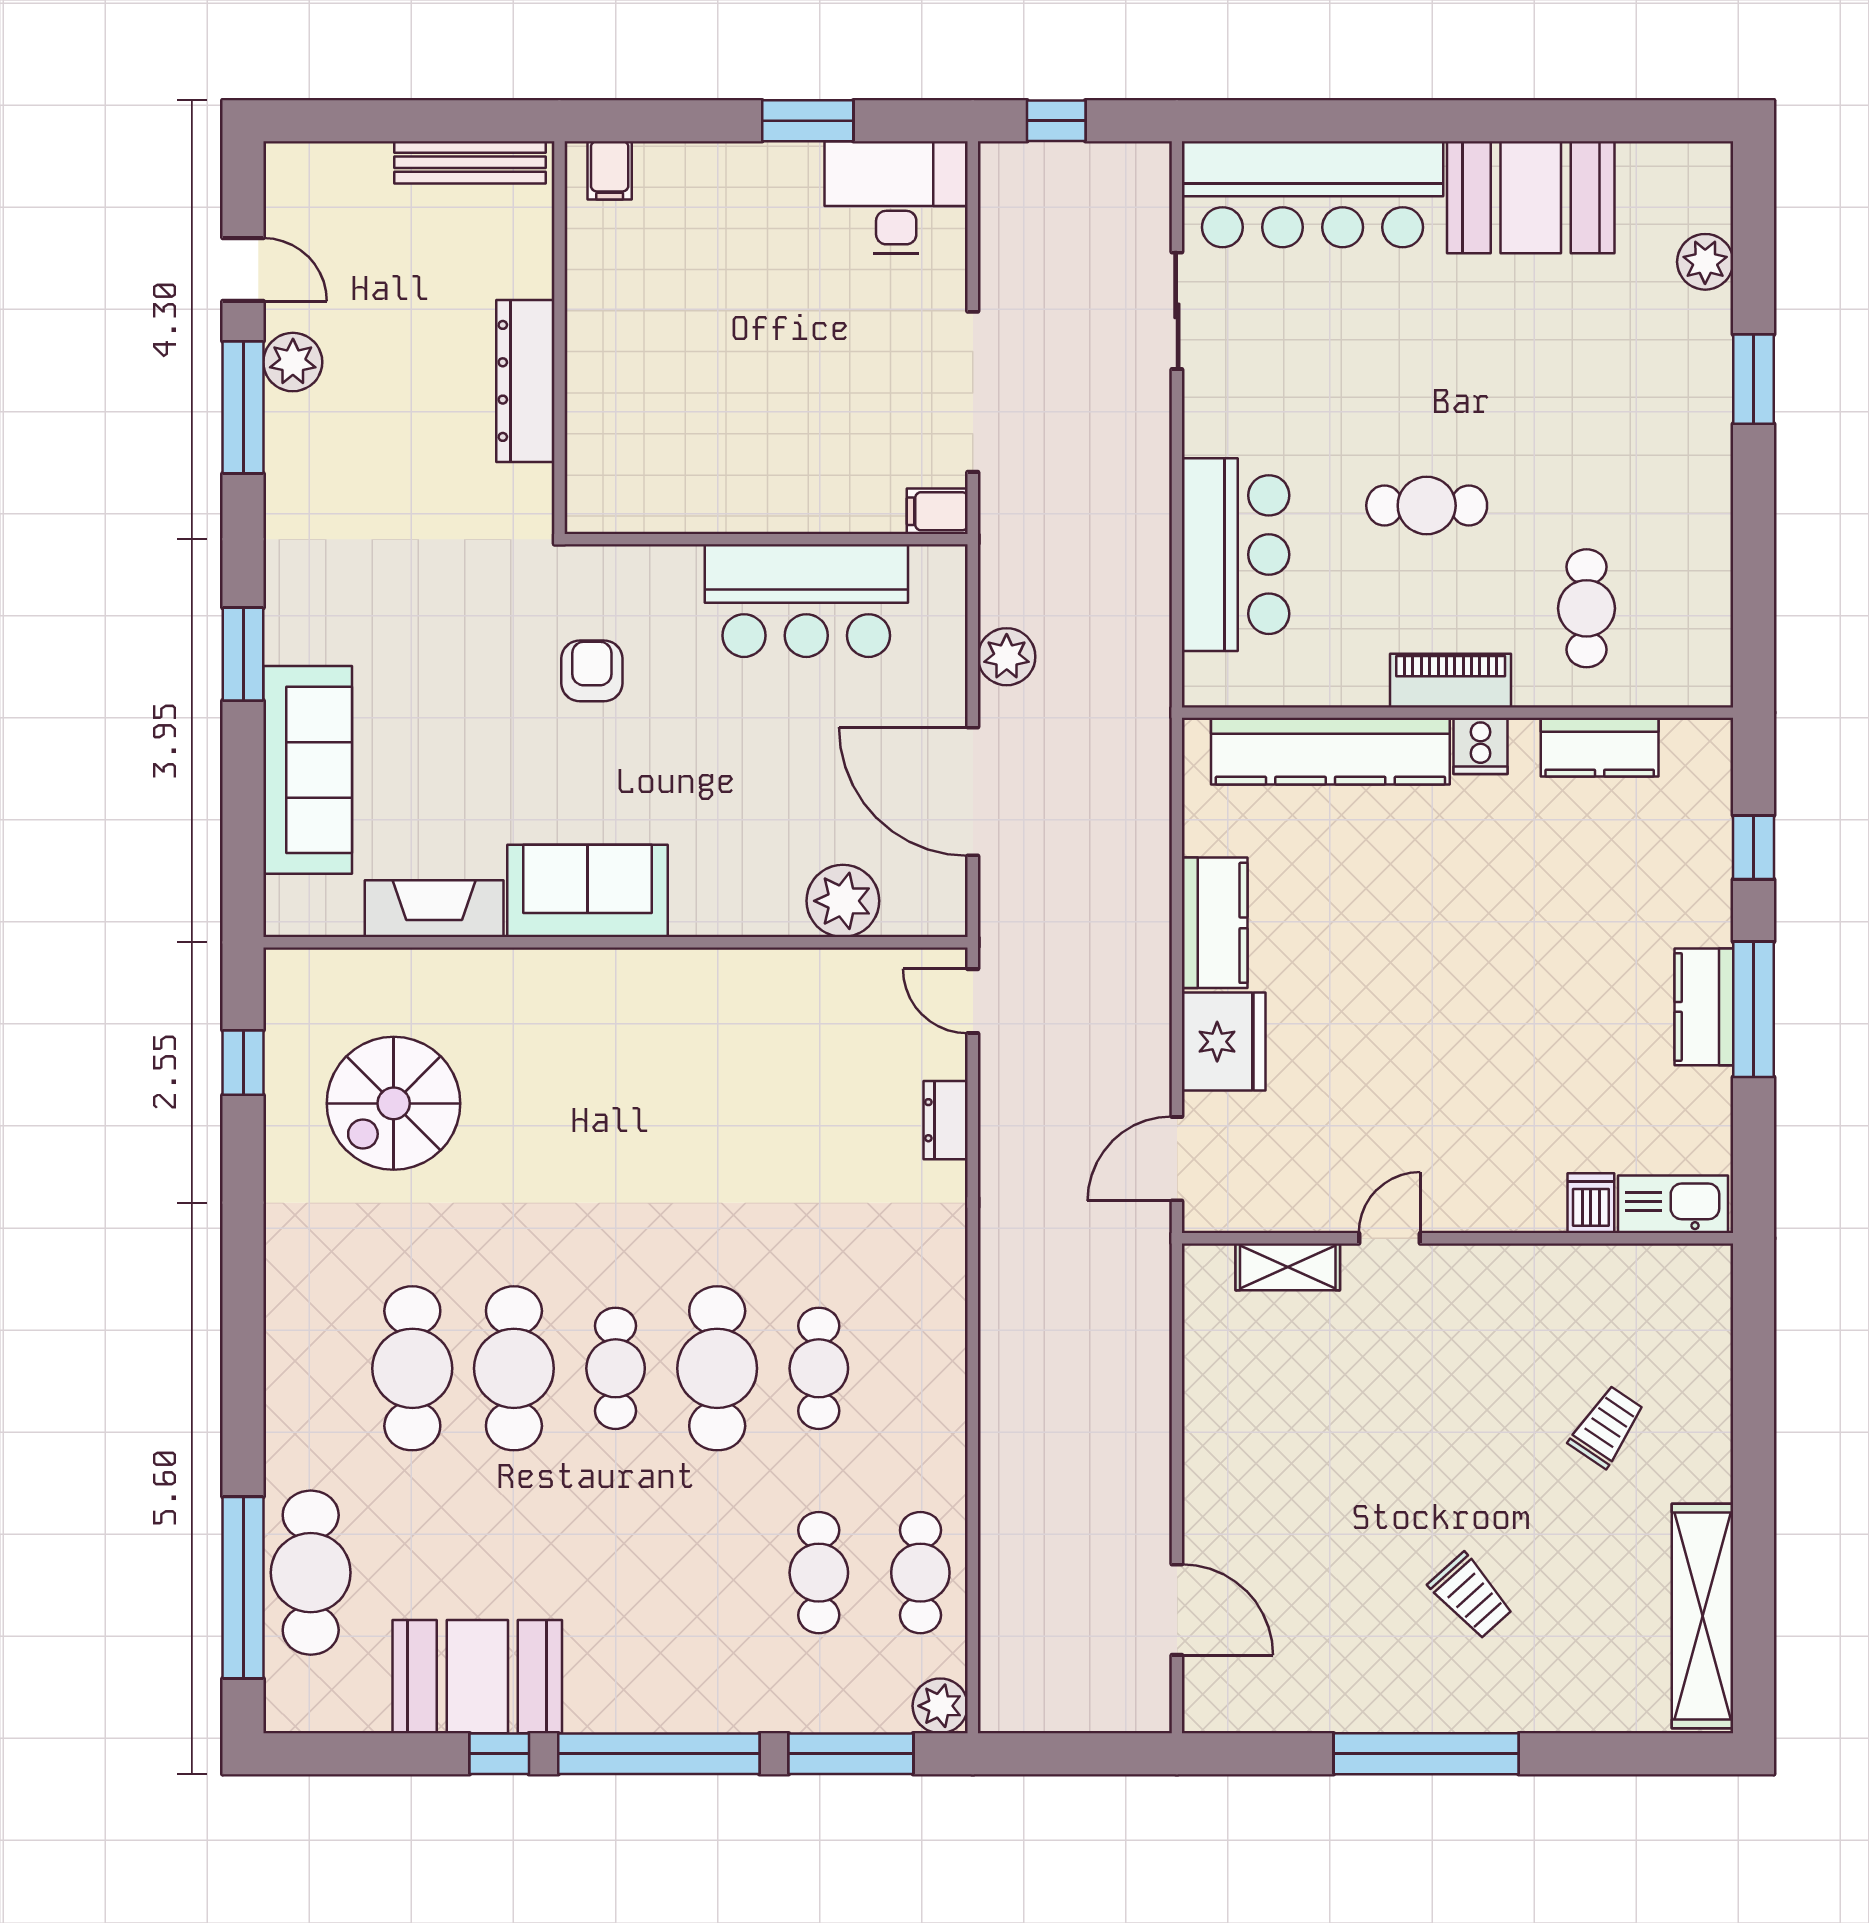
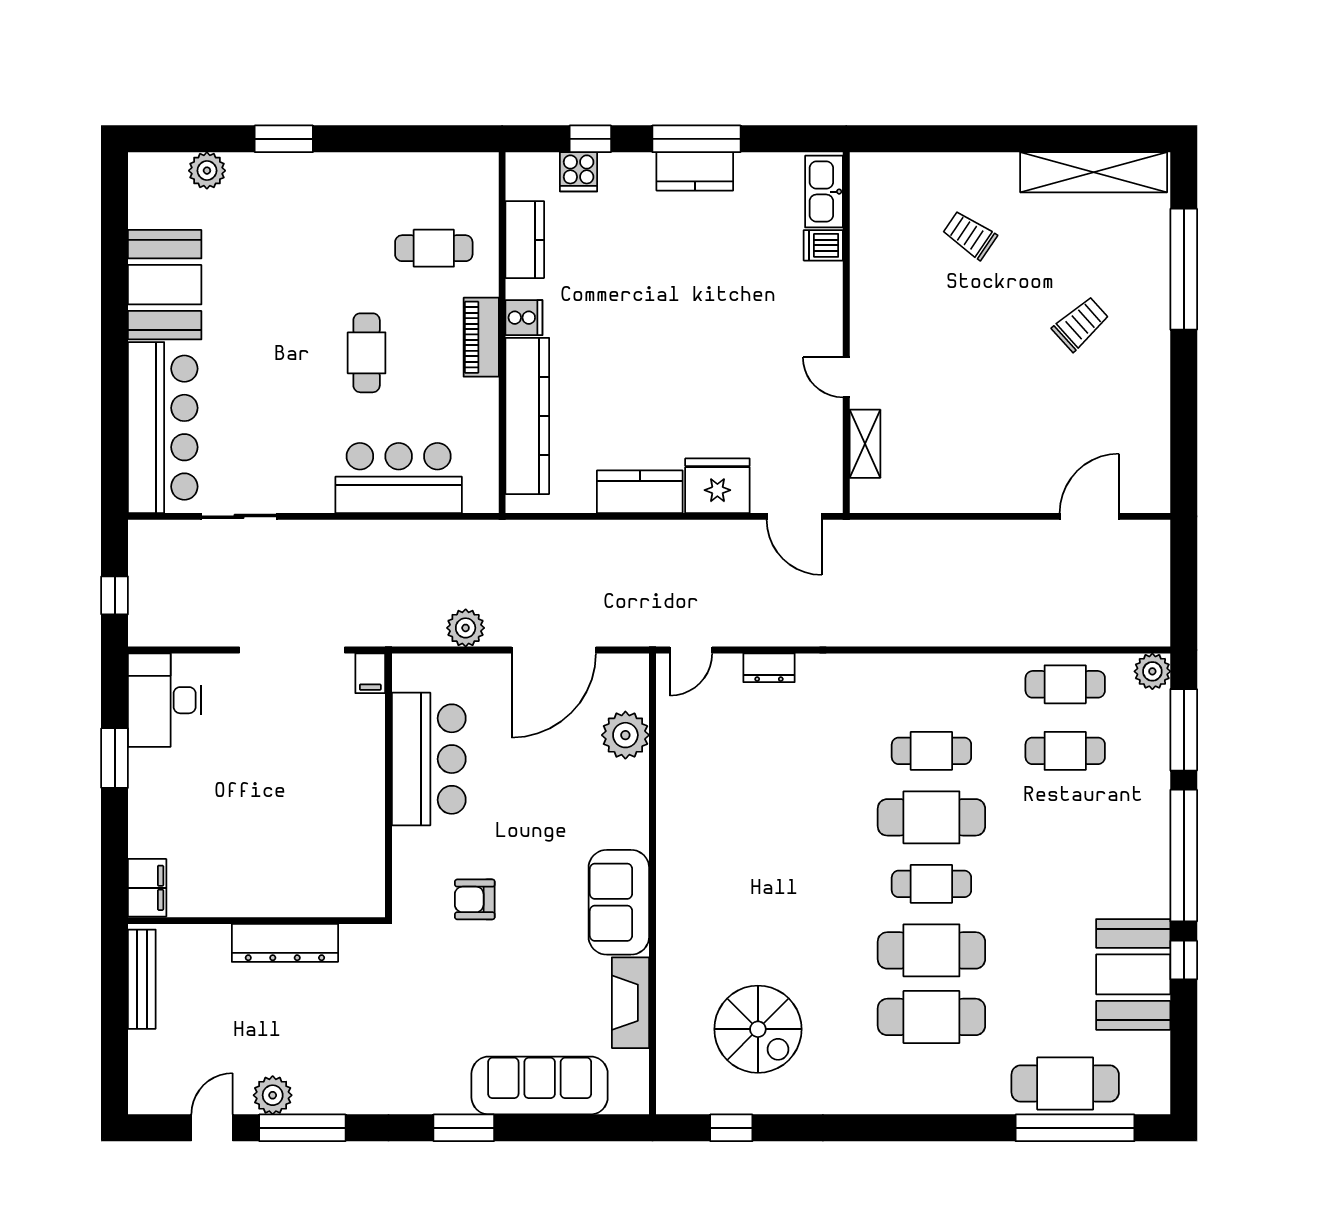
filing cabinet: (610, 170) -> (147, 888), width x2.00
cooker: (1703, 829) -> (579, 172), added
window: (1426, 1754) -> (1184, 269), moved

